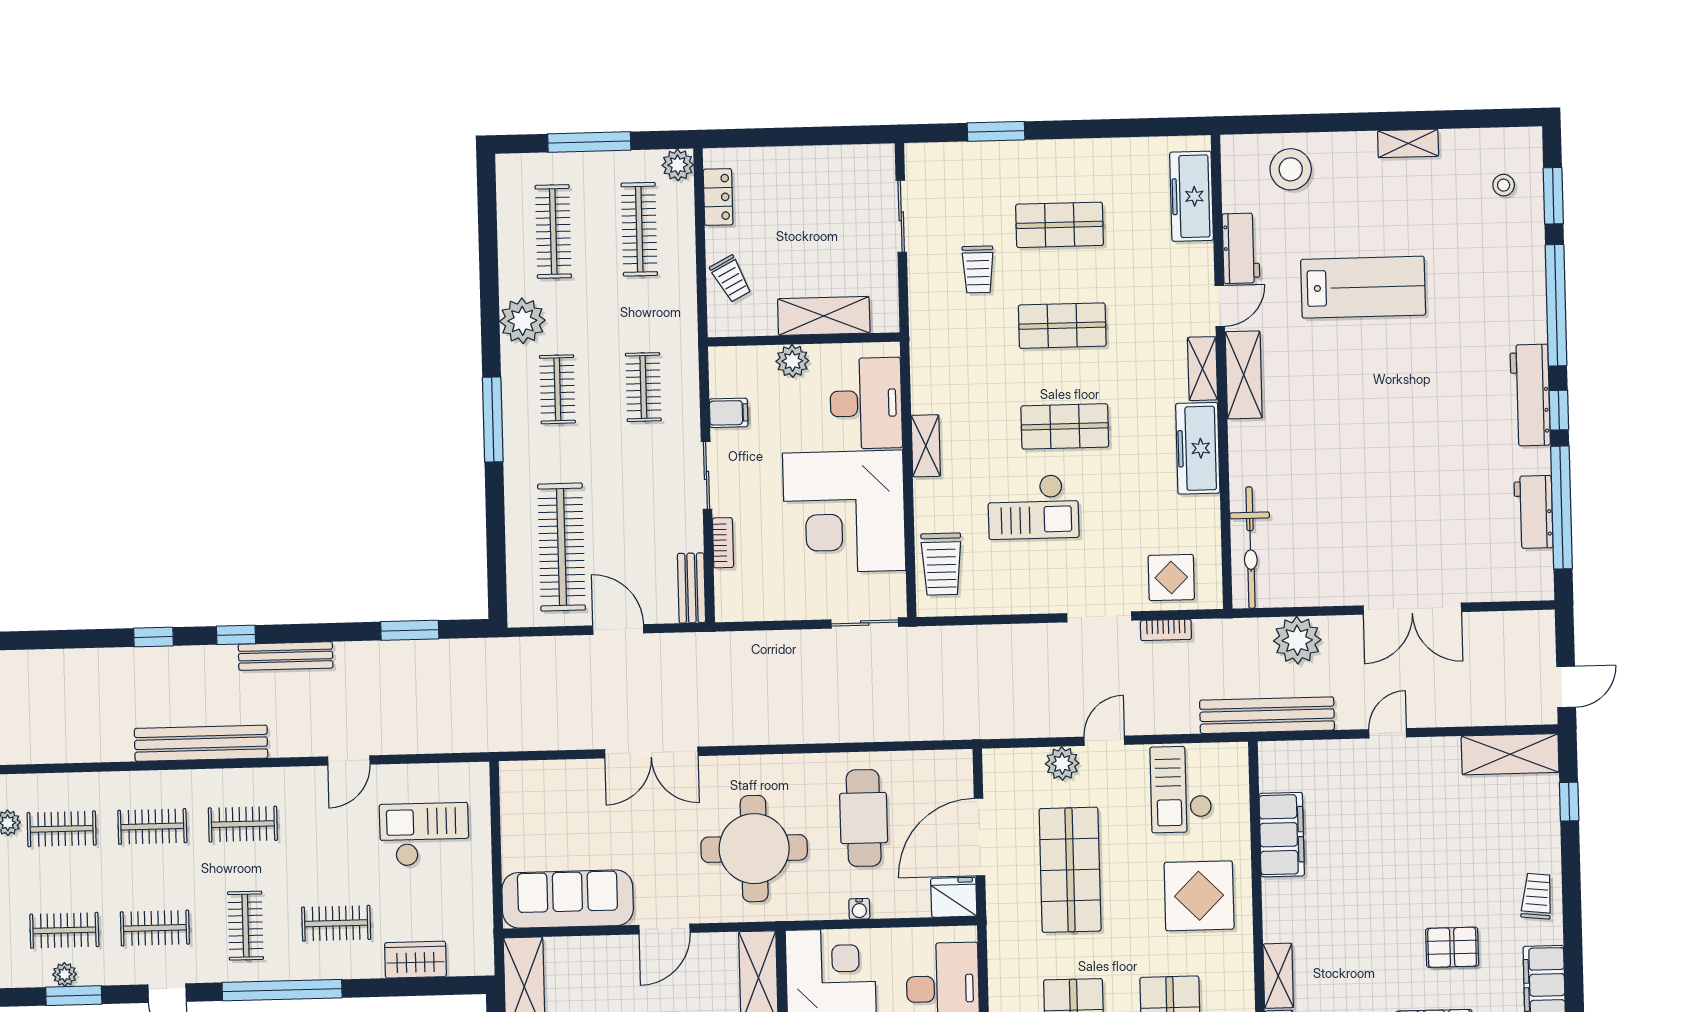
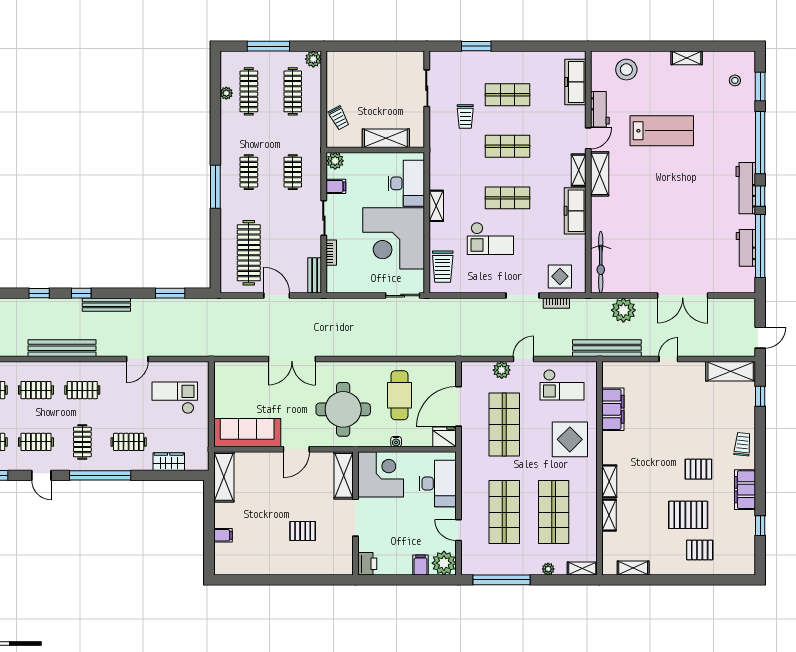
locker: (718, 197) -> (333, 76), removed
plant: (522, 321) -> (226, 93), moved, width x0.53, depth x0.53
plant: (792, 361) -> (335, 161), moved
checkout: (1181, 789) -> (562, 385), turned -90

